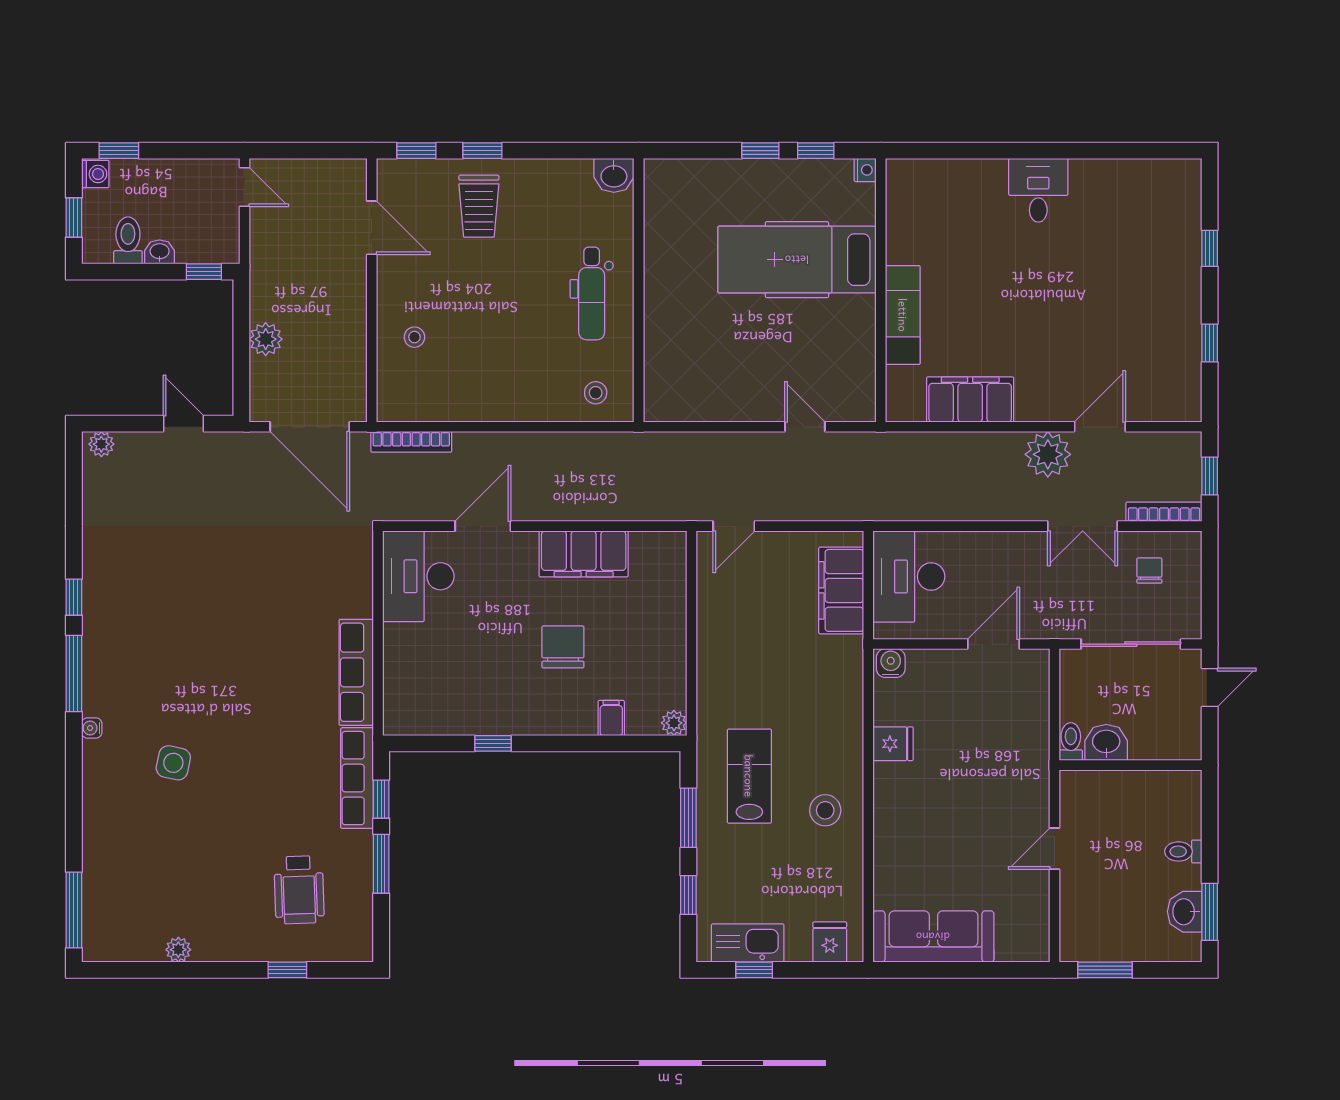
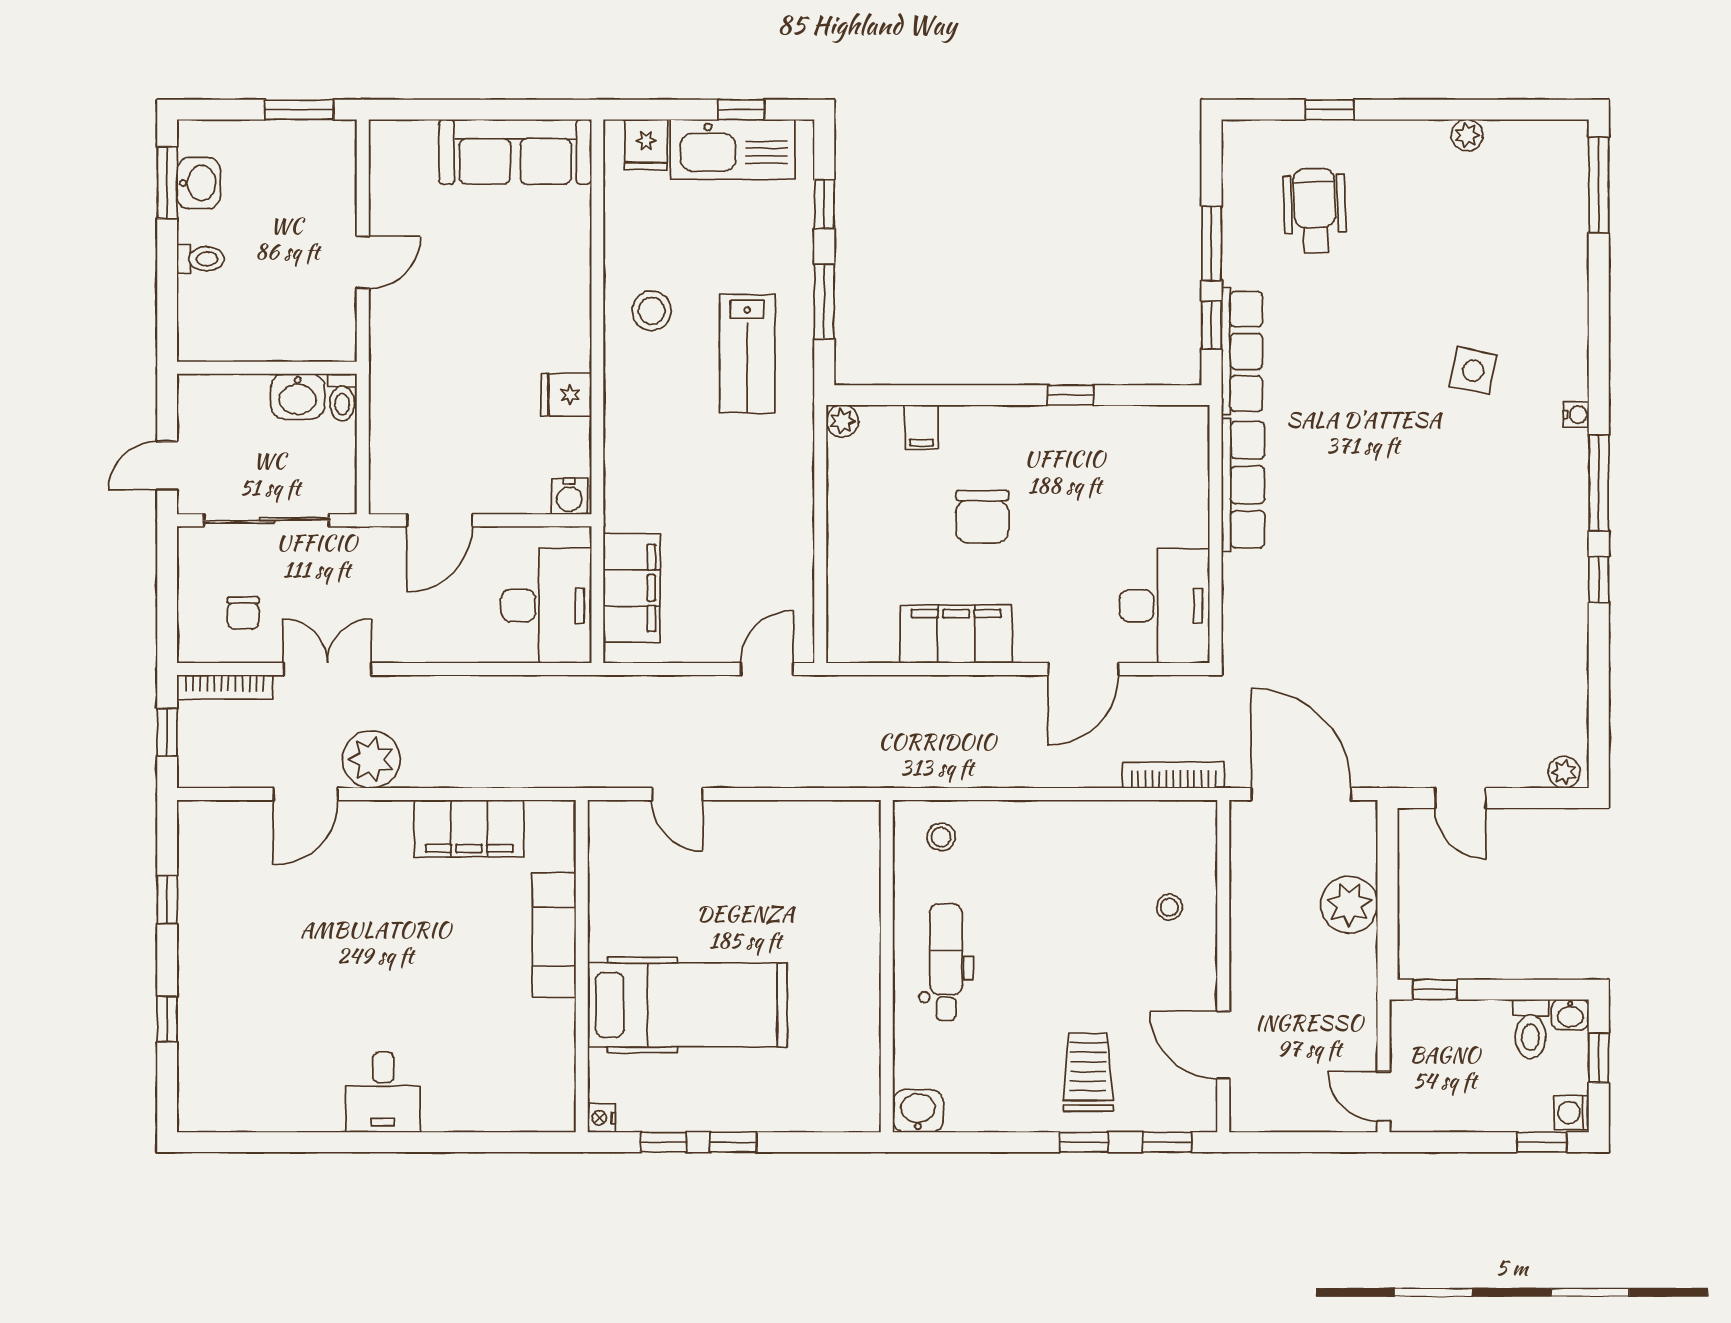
washbasin: (160, 252) -> (1570, 1015), moved
plant: (266, 339) -> (1349, 905), width x1.36, depth x1.36
kitchen sink: (748, 943) -> (733, 149), width x1.36, depth x1.24

